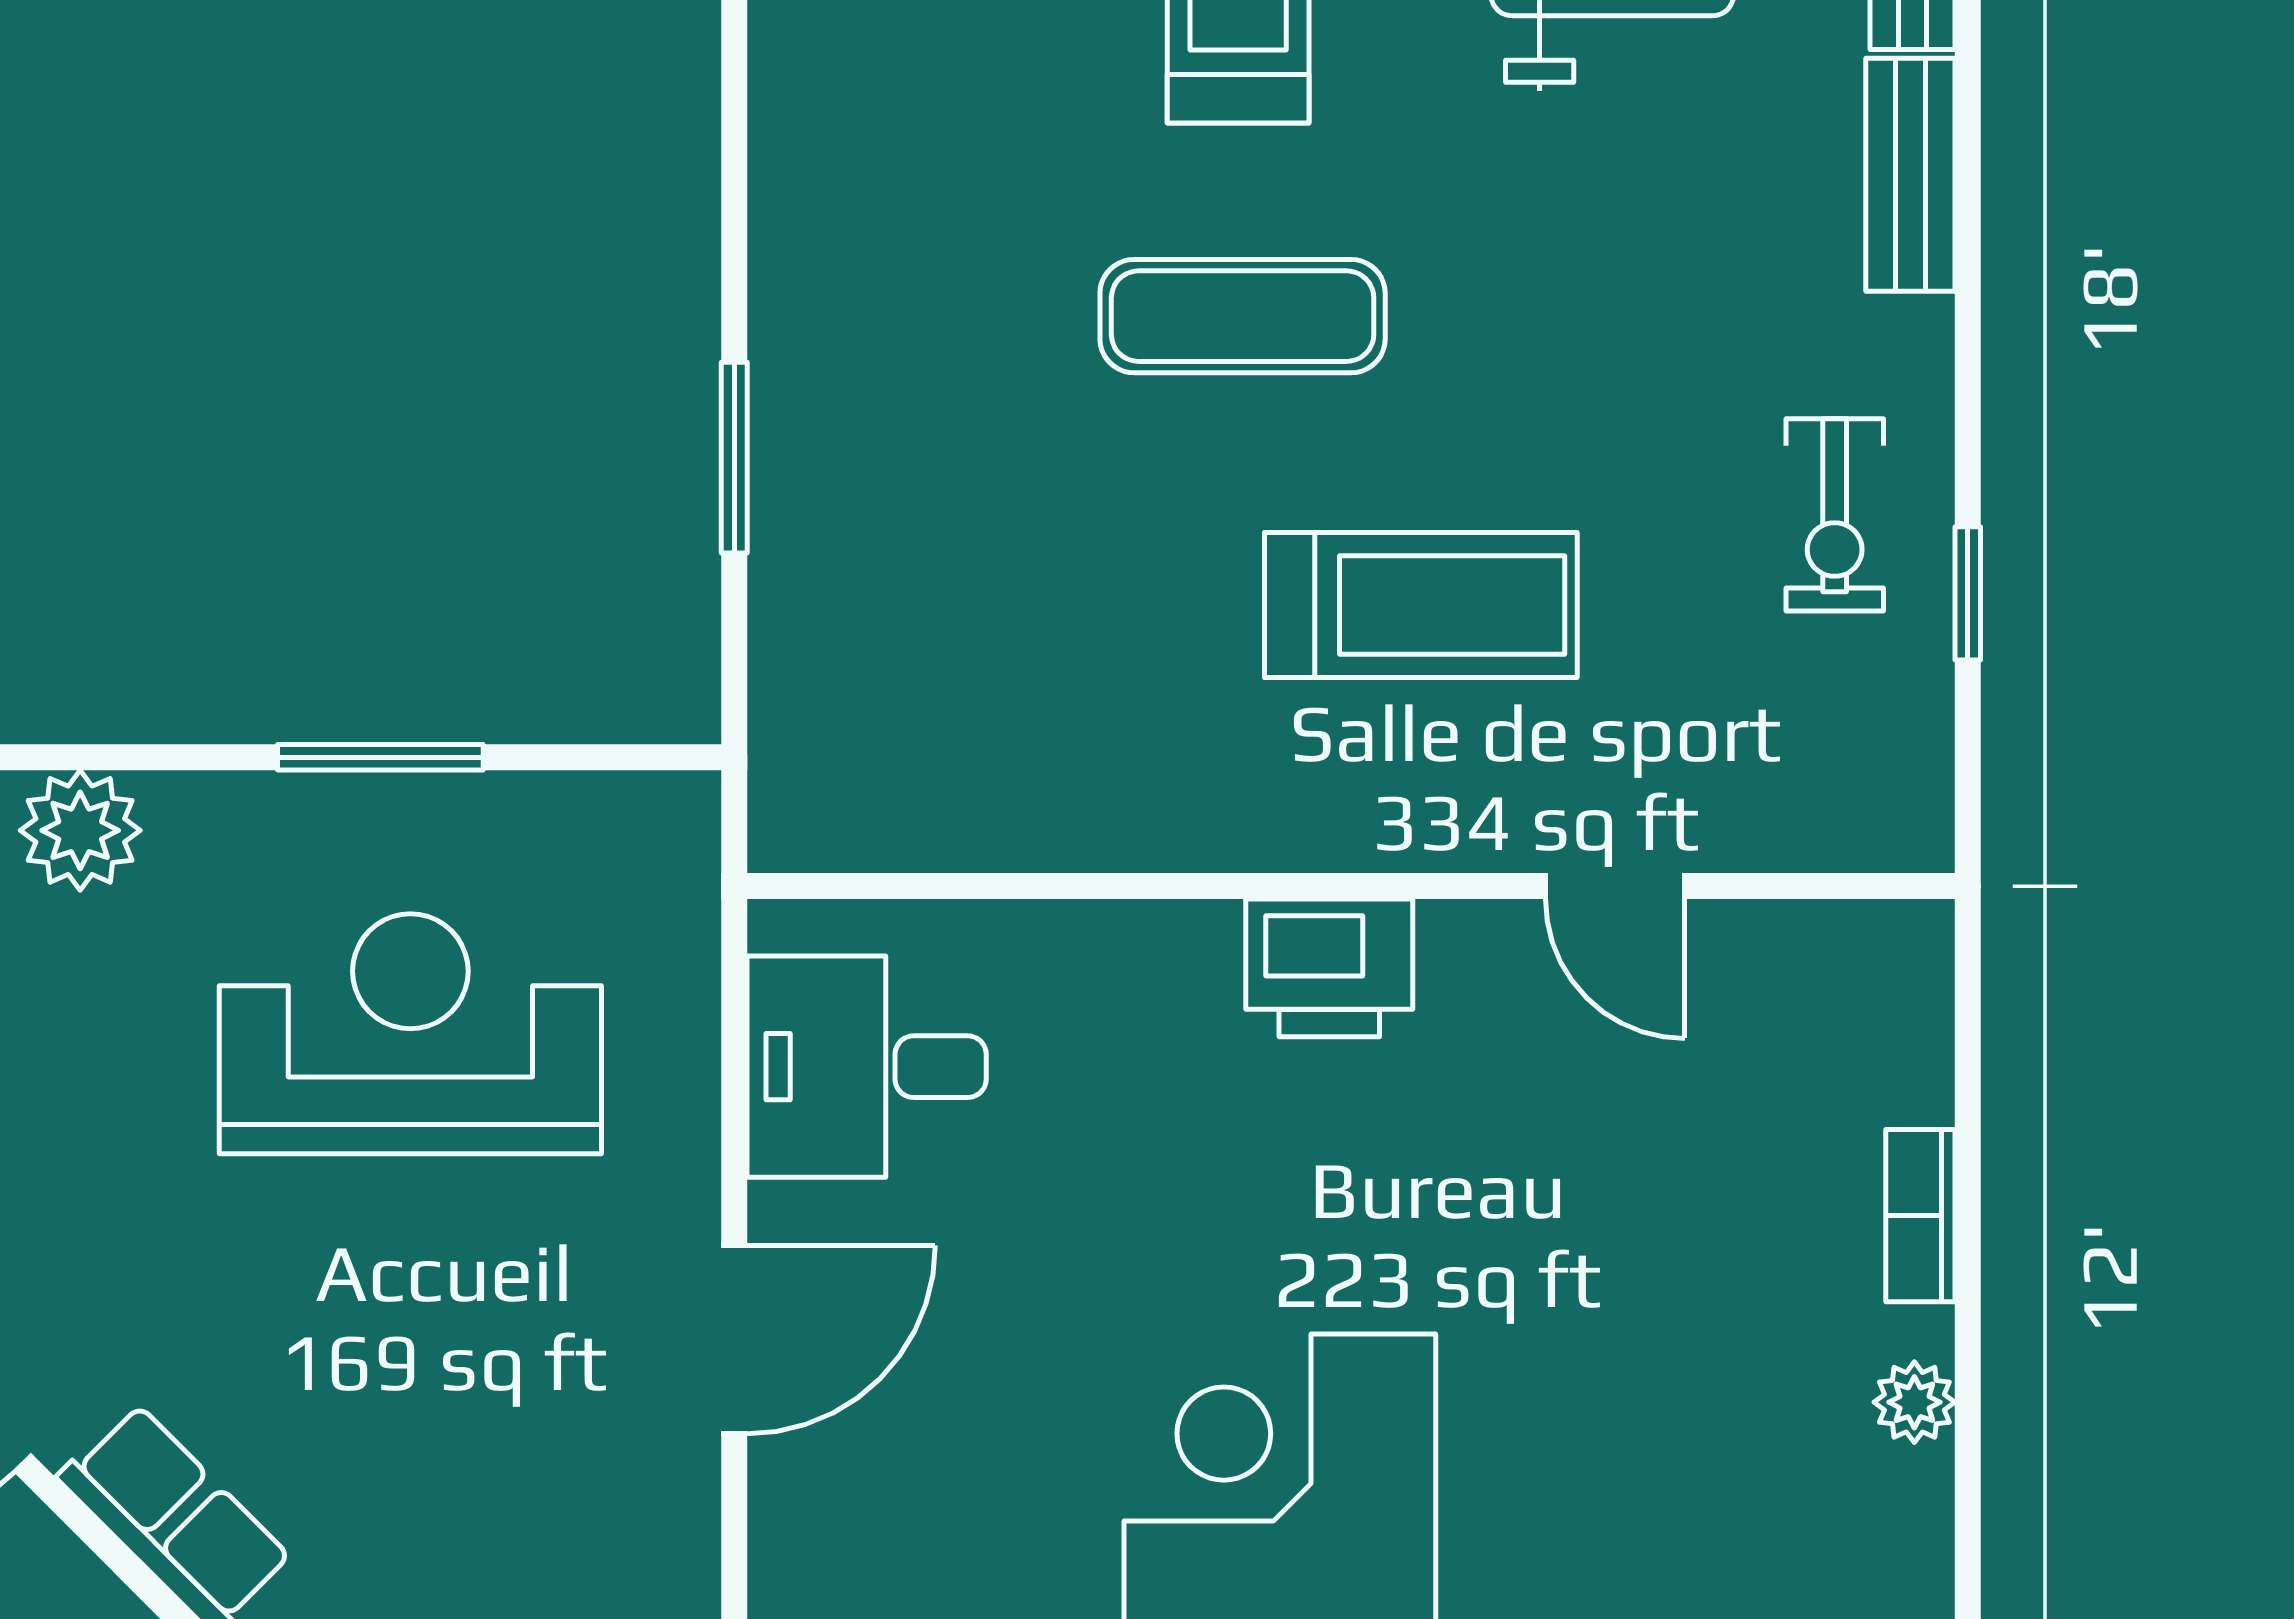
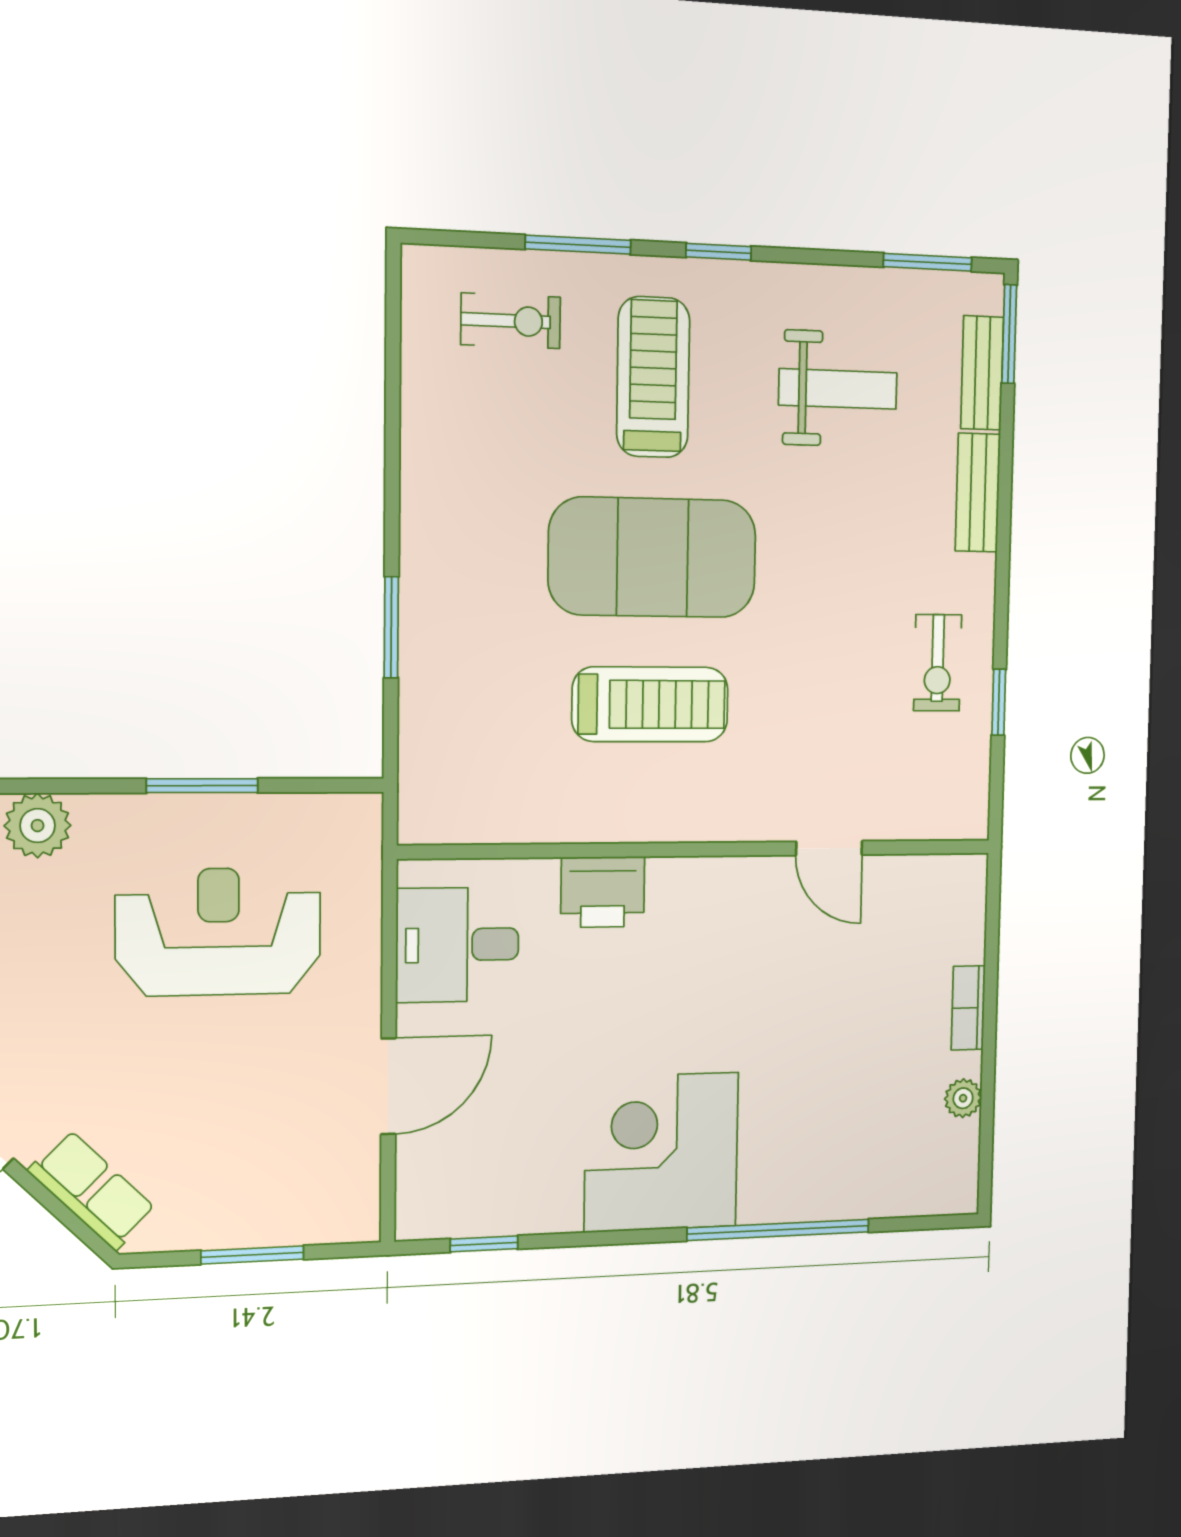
exercise mat: (1243, 316) -> (653, 557), width x2.00, depth x1.45
treadmill: (1421, 605) -> (650, 704), moved
printer: (1329, 968) -> (603, 892), moved

